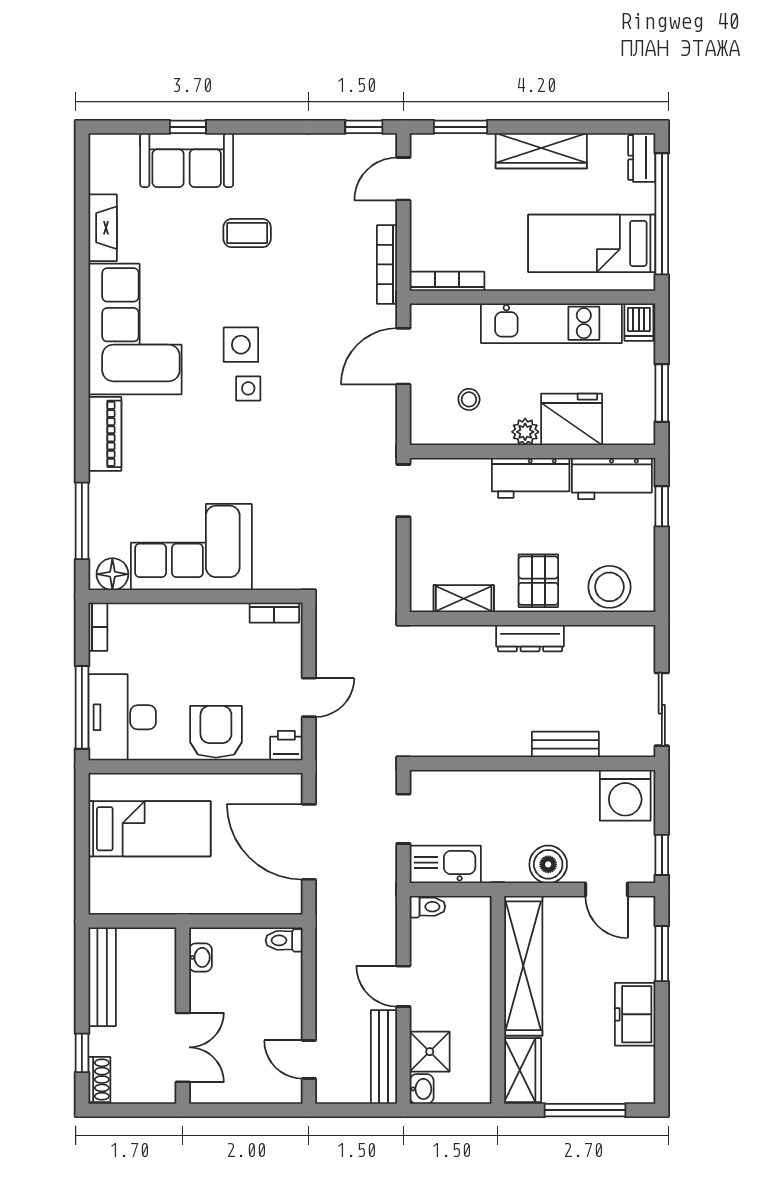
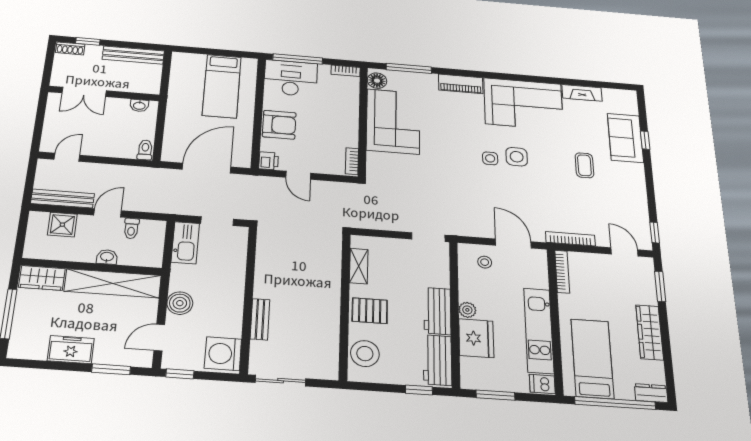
stool: (469, 399) -> (485, 262), moved
dresser: (530, 638) -> (332, 303), removed
toilet: (427, 907) -> (131, 228), moved
washbasin: (422, 1089) -> (107, 257), moved, turned 180

